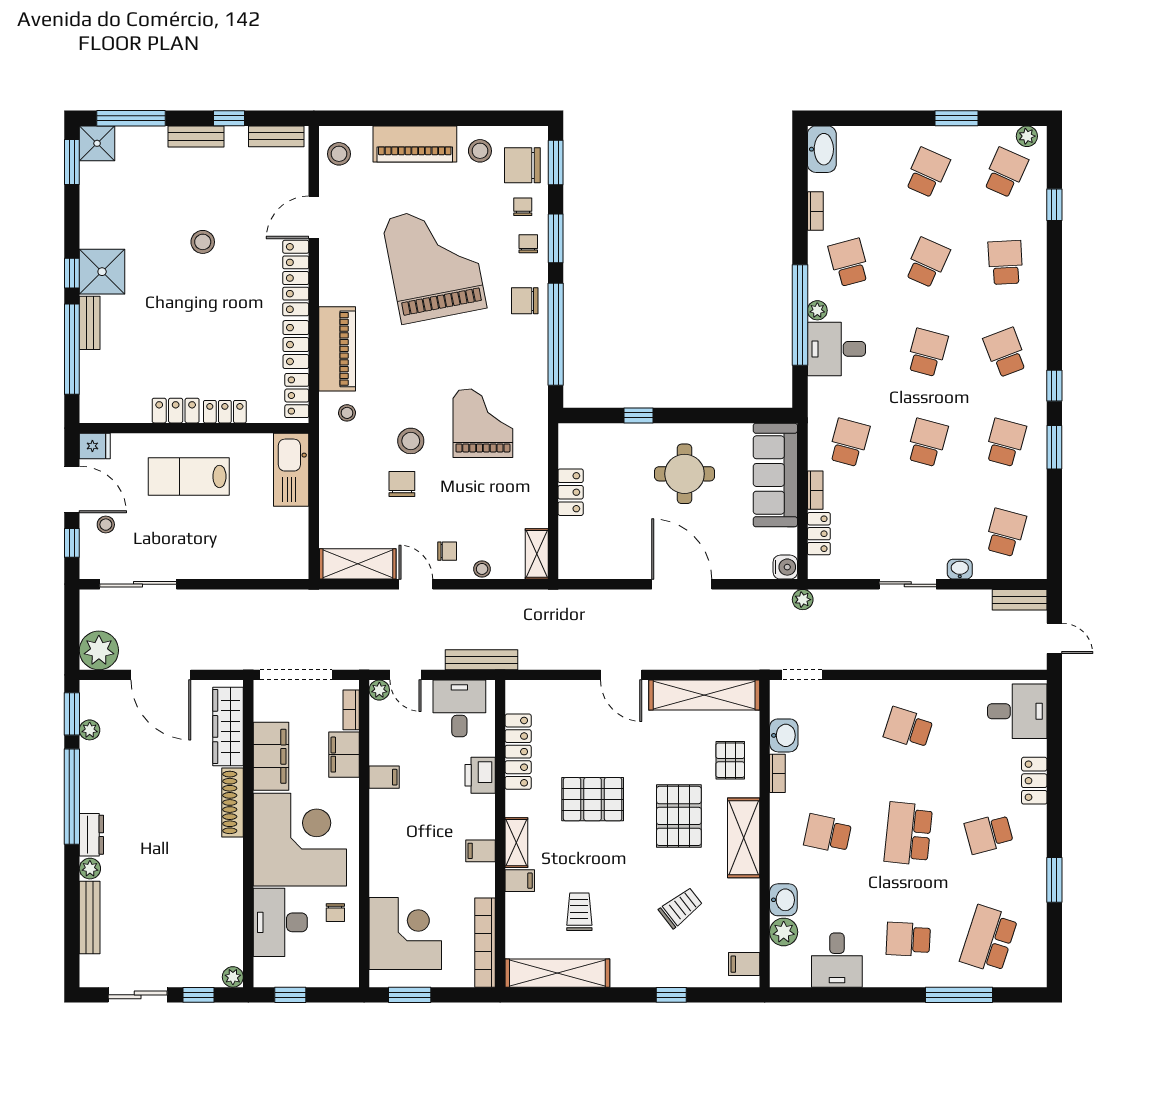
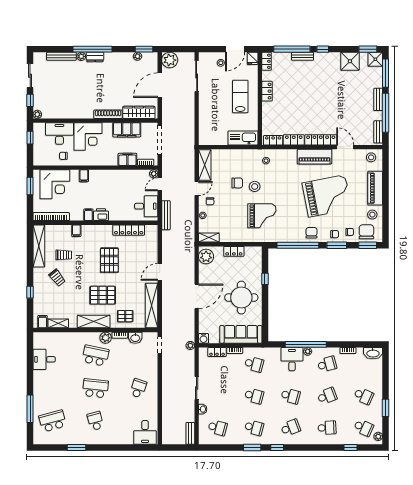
window: (229, 118) -> (386, 113), width x3.17
stool: (203, 242) -> (335, 102), removed
school desk: (927, 262) -> (327, 396), turned -45
shower: (102, 272) -> (350, 61), moved
piano: (337, 349) -> (315, 157), moved
locker: (225, 412) -> (267, 61), moved
round table: (685, 474) -> (241, 298), width x1.36, depth x1.36
window: (72, 543) -> (213, 49), removed
plant: (583, 561) -> (206, 257), added
door: (1054, 638) -> (175, 448), removed
printer: (480, 775) -> (101, 215), moved
filing cabinet: (384, 777) -> (84, 176), moved
locker: (1034, 781) -> (117, 439), removed
window: (72, 797) -> (92, 49), moved
school desk: (828, 834) -> (95, 356), width x1.85
corner desk: (300, 840) -> (88, 137), width x0.74, depth x0.74
shelving: (516, 843) -> (58, 323), moved
washbasin: (783, 900) -> (69, 338), removed
trolley: (681, 908) -> (57, 278), moved
plant: (784, 932) -> (106, 338), moved
school desk: (908, 939) -> (53, 388), removed
school desk: (989, 939) -> (53, 421), turned -33

